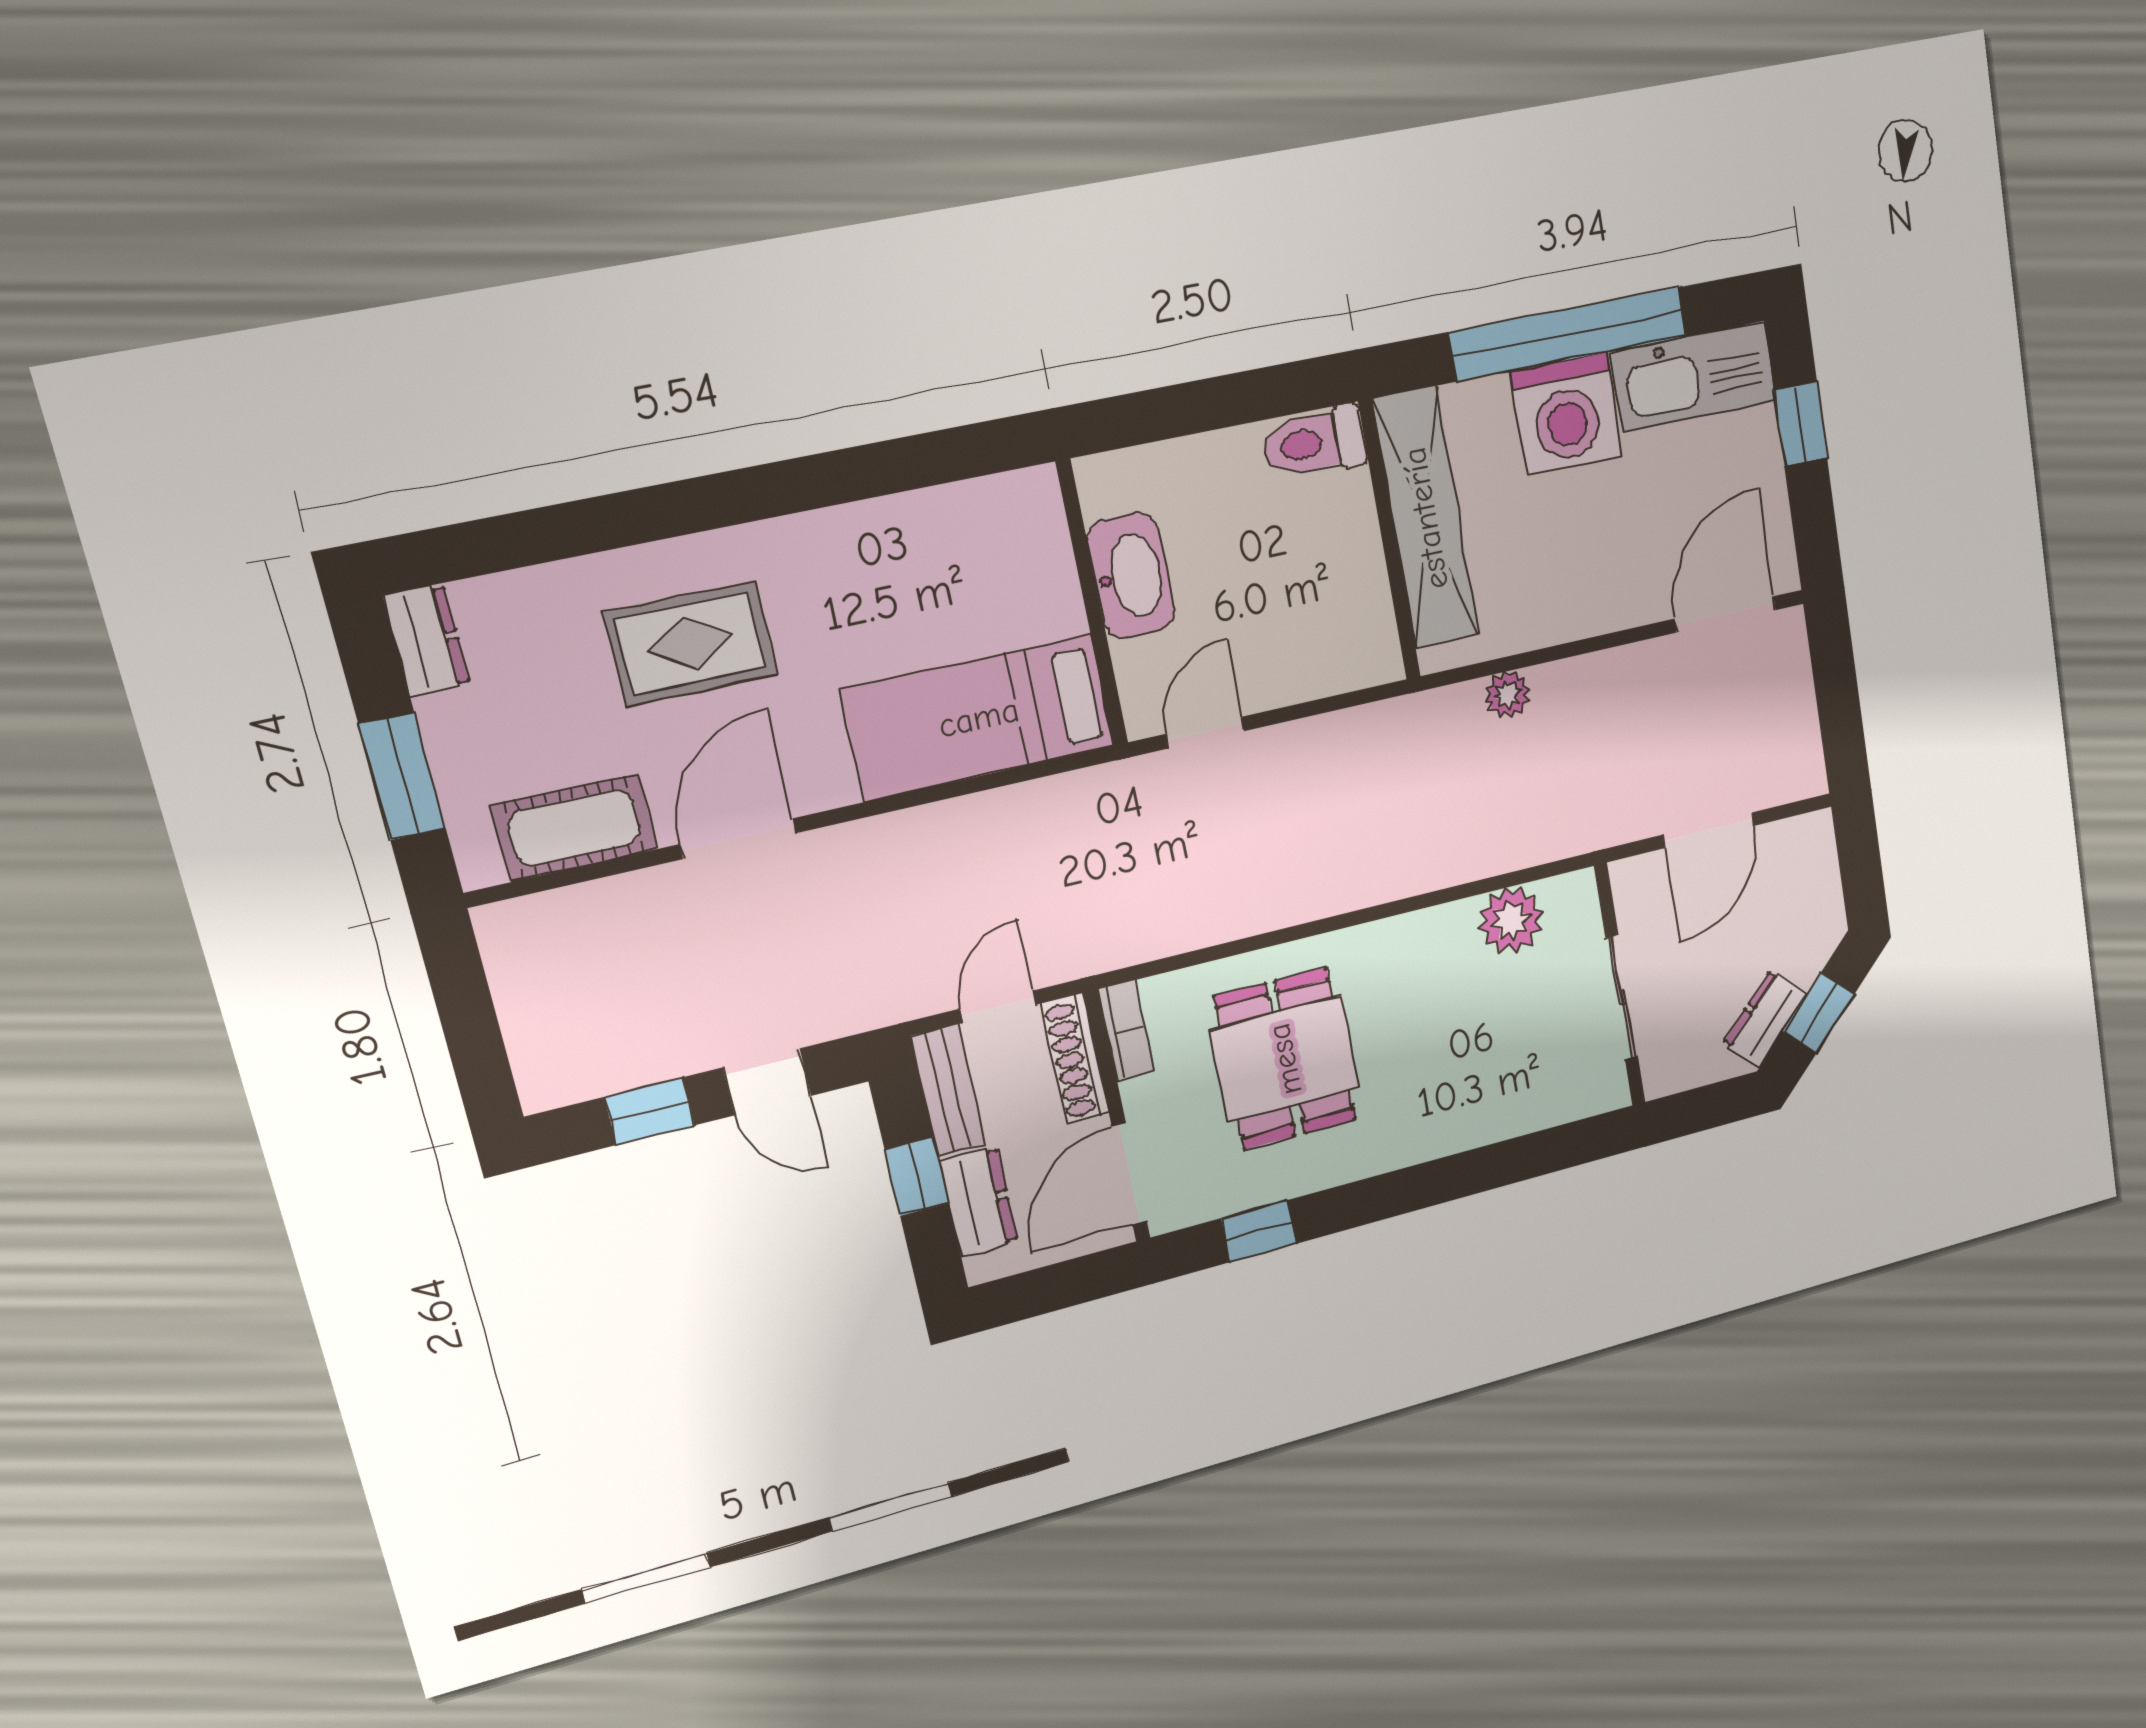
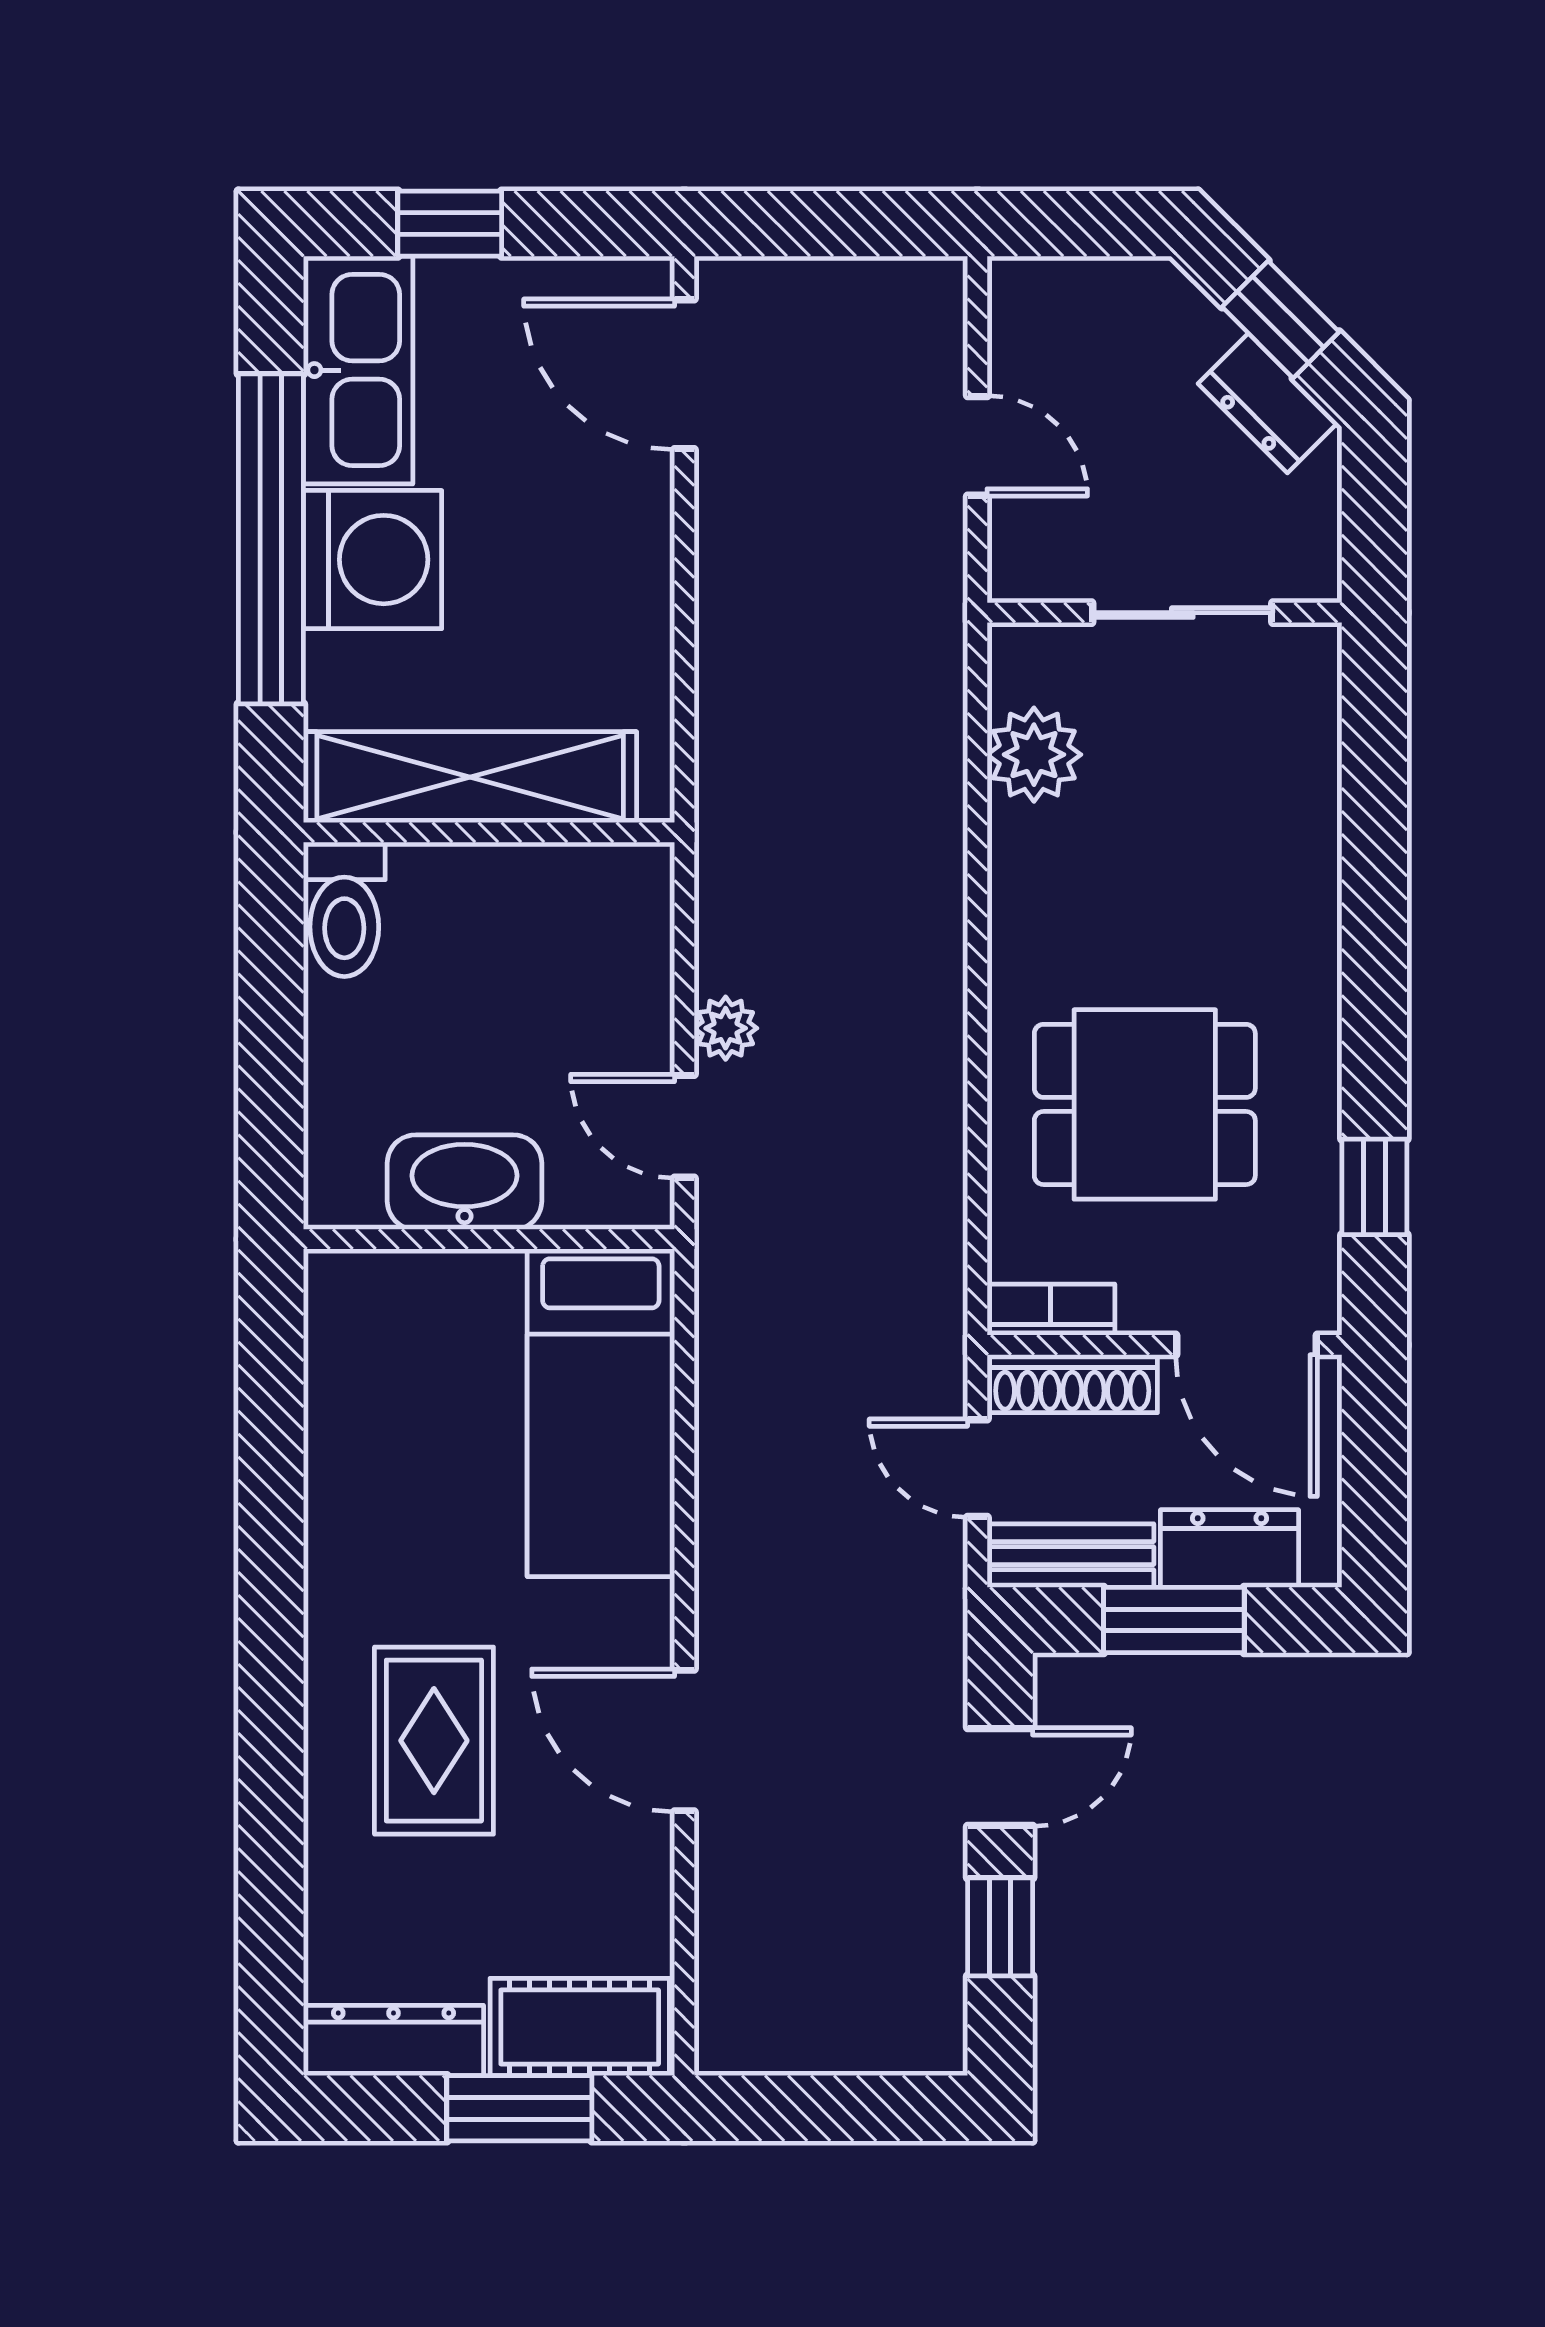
dresser: (426, 640) -> (393, 2041), width x1.44
plant: (1507, 695) -> (726, 1028), moved
cot: (574, 828) -> (580, 2027), moved, turned 90
door: (1709, 830) -> (977, 446), width x0.73
window: (917, 1176) -> (1174, 1620), width x1.50

